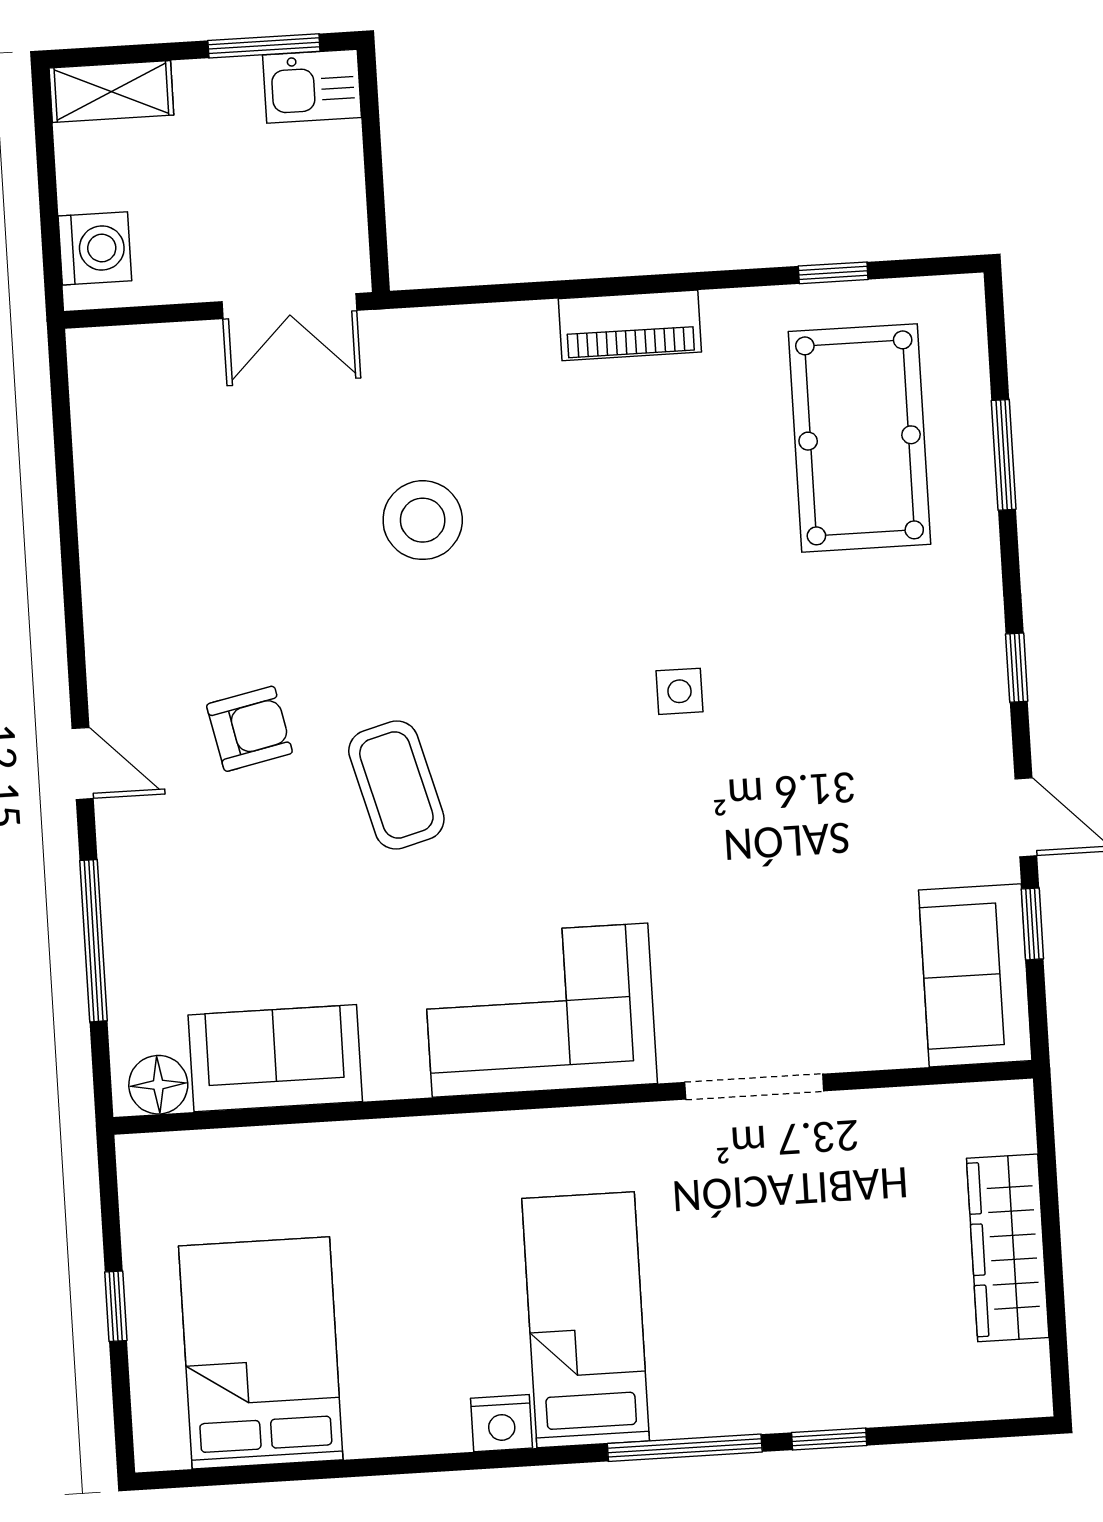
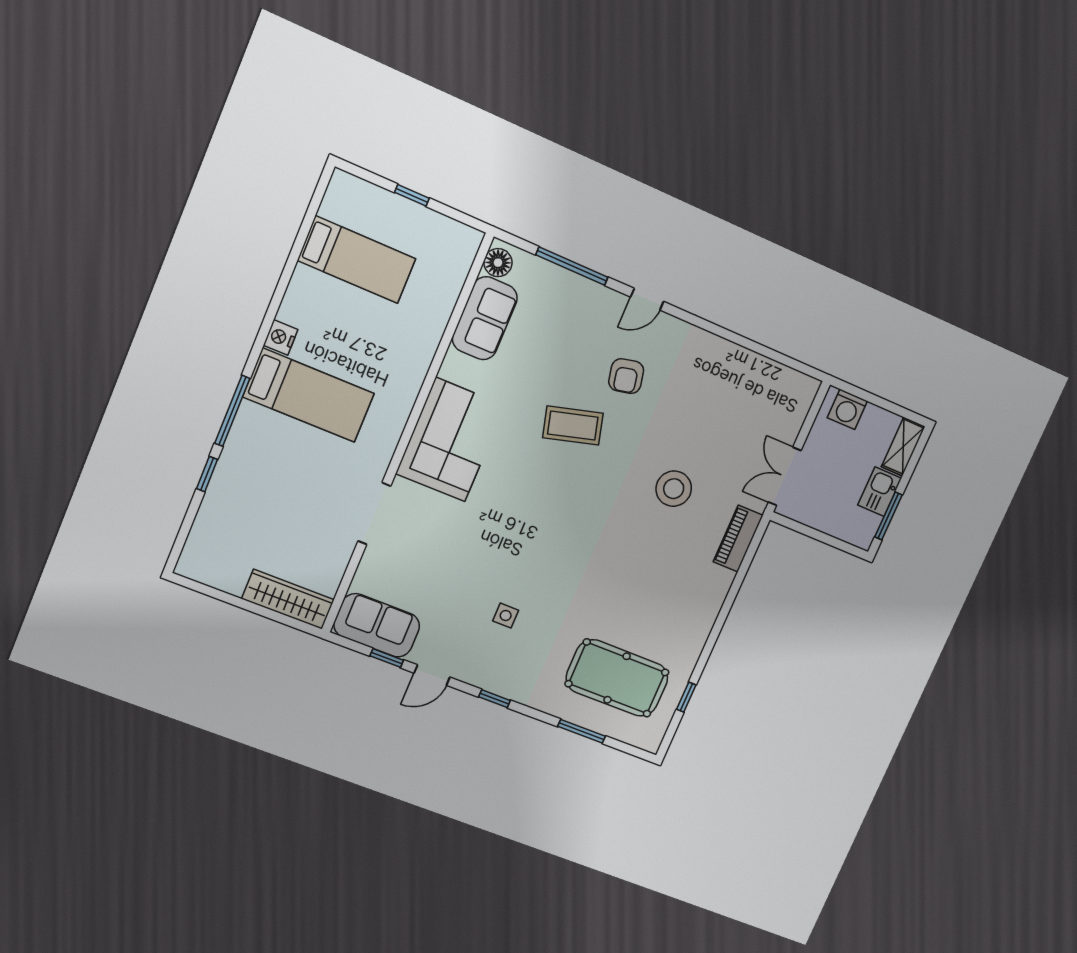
kitchen sink: (312, 86) -> (880, 492), moved
piano: (630, 325) -> (738, 539), moved
side table: (680, 691) -> (506, 616), moved
wardrobe: (1008, 1248) -> (288, 599), moved
bed: (261, 1353) -> (357, 260), width x0.67

